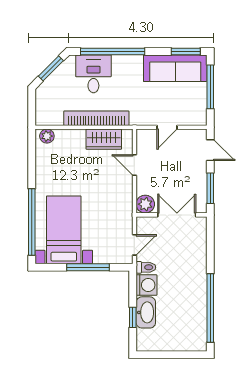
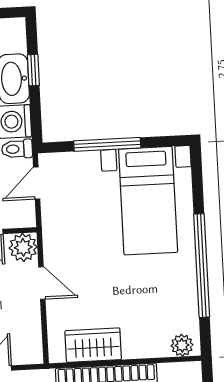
door: (134, 165) -> (42, 283), moved
window: (32, 222) -> (202, 266), moved

